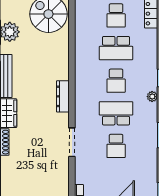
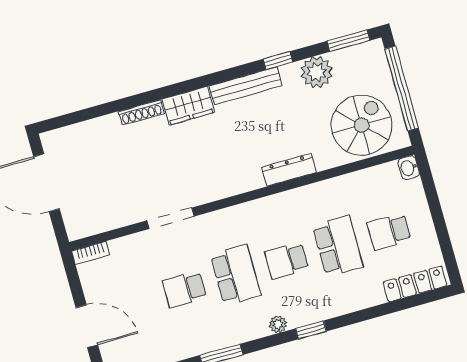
school desk: (116, 48) -> (338, 246), turned 180
dresser: (63, 96) -> (289, 170), moved

